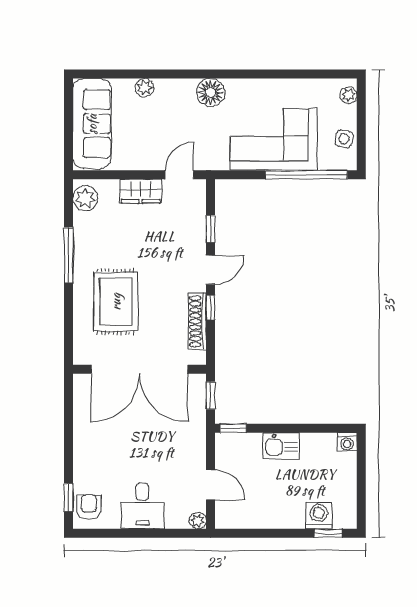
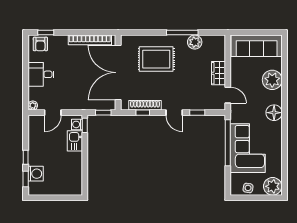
plant: (144, 88) -> (272, 80), width x1.88, depth x1.88
plant: (348, 95) -> (273, 186), width x1.88, depth x1.88
window: (306, 175) -> (228, 143), moved
plant: (85, 198) -> (195, 42), moved
window: (211, 308) -> (143, 113), moved
bookcase: (81, 419) -> (90, 40), added
washing machine: (347, 442) -> (77, 124), moved
kitchen sink: (281, 446) -> (75, 141), moved
armchair: (89, 507) -> (40, 44), turned 90
window: (290, 533) -> (26, 157), added

